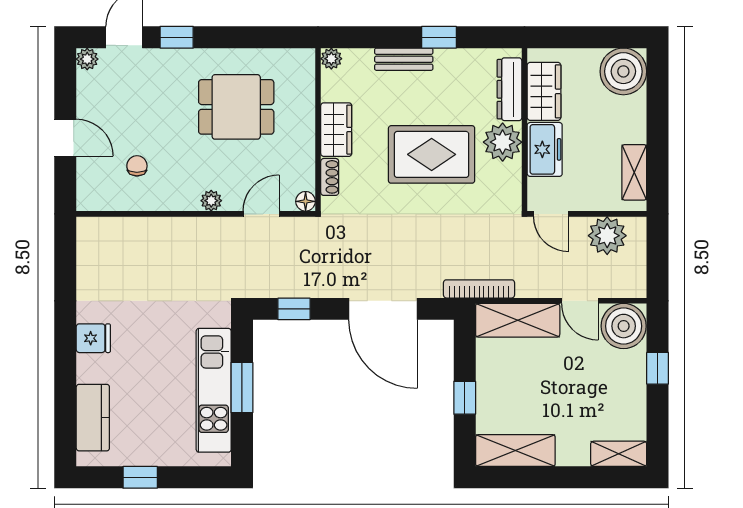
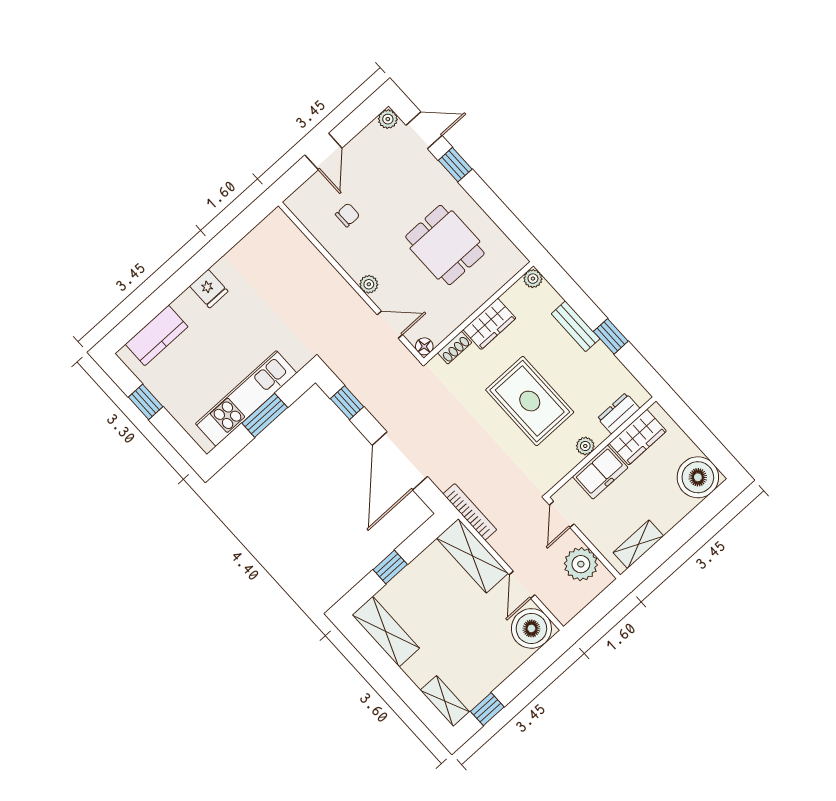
dresser: (509, 89) -> (619, 413), width x0.70
plant: (503, 142) -> (585, 446), width x0.53, depth x0.53
window: (658, 368) -> (487, 709), moved

